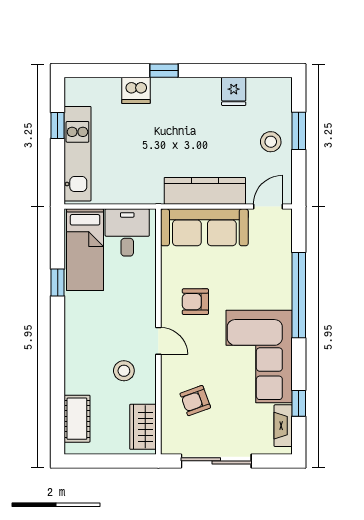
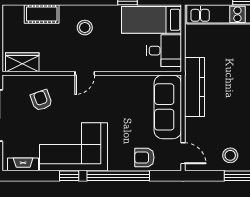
kitchen counter: (205, 191) -> (194, 87), moved
armchair: (195, 302) -> (144, 158), moved, turned -90
stool: (124, 371) -> (85, 28), moved
window: (299, 403) -> (69, 176), moved
cot: (77, 419) -> (42, 14), moved

